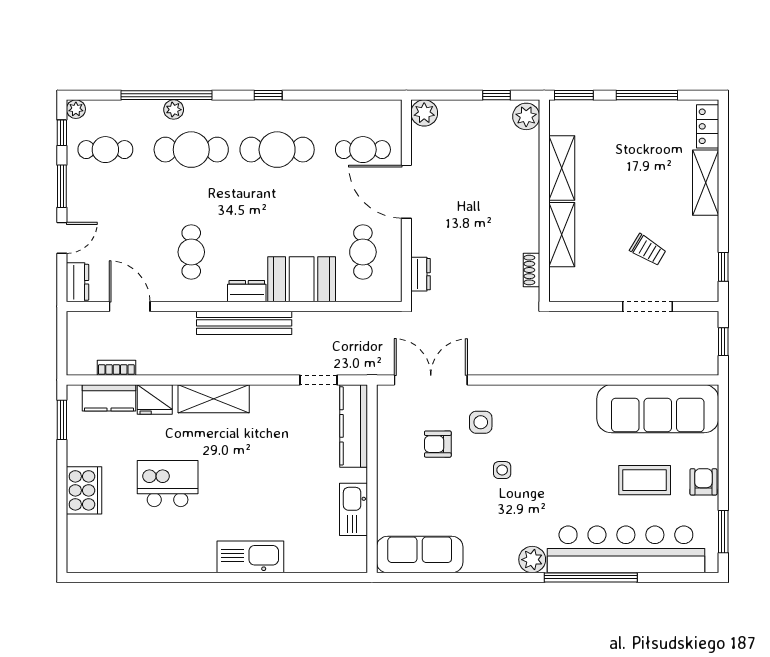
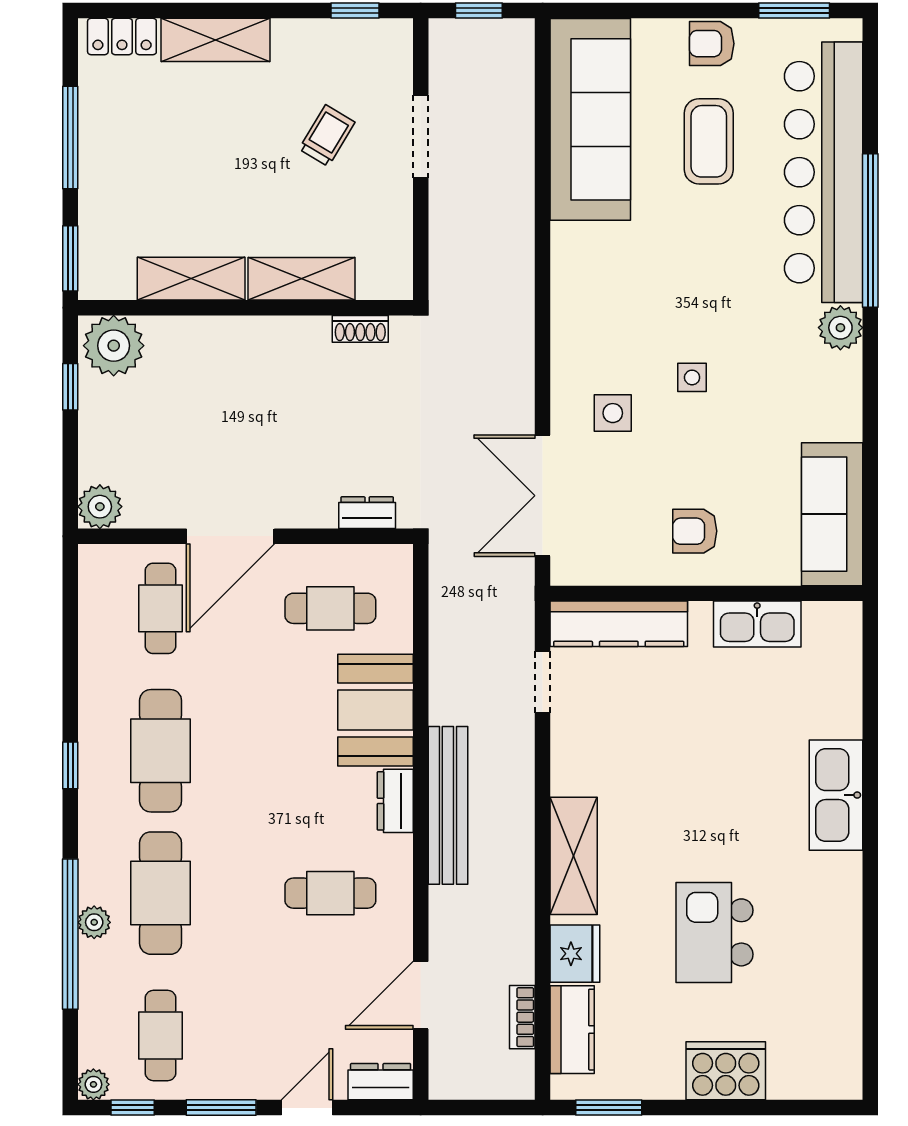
plant: (526, 116) -> (114, 346), width x1.36, depth x1.36
door: (62, 238) -> (307, 1108), hinge flipped
armchair: (438, 444) -> (695, 531), moved, turned 90

